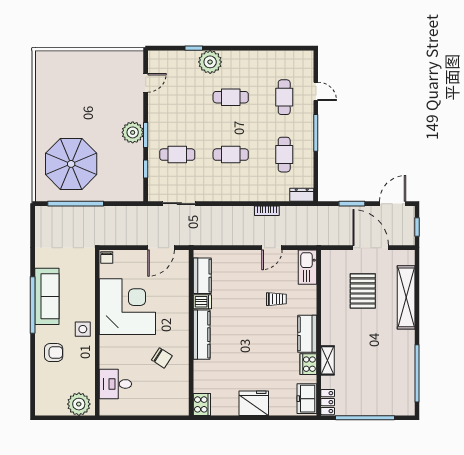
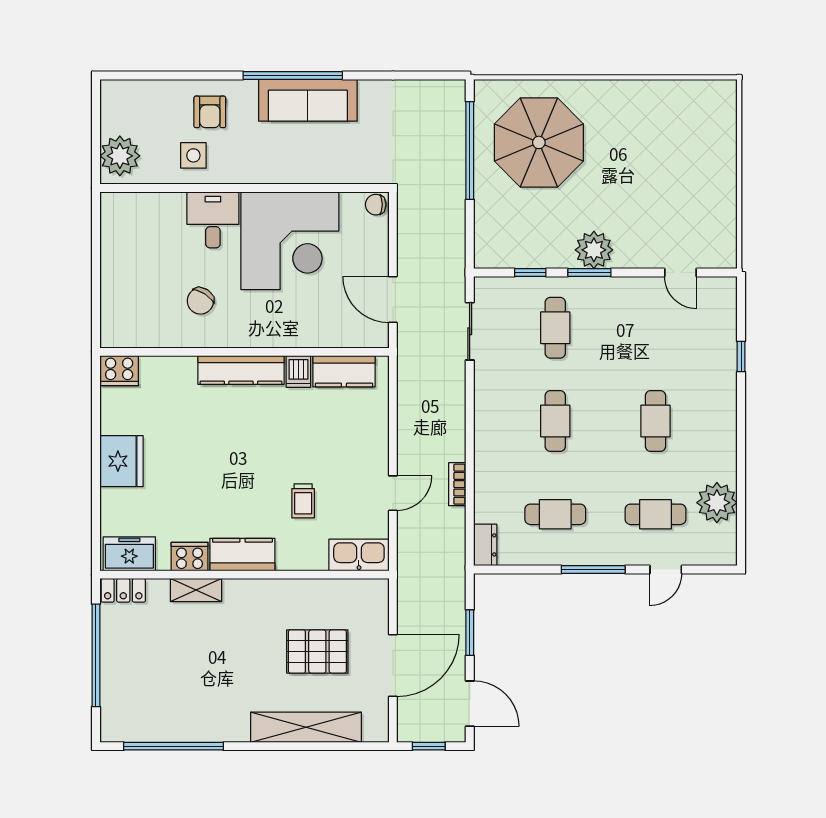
plant: (210, 62) -> (717, 503), moved
door: (272, 248) -> (393, 493), swing flipped
side table: (83, 329) -> (193, 155), moved
desk: (115, 384) -> (213, 220), moved

